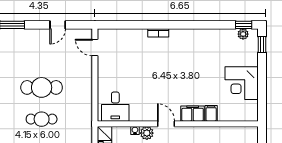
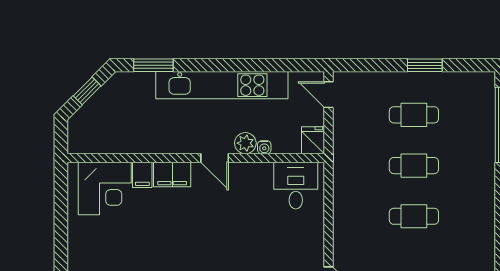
corner desk: (242, 83) -> (105, 188), moved, turned 90
cafe table: (42, 87) -> (414, 216), width x0.73, depth x0.74

